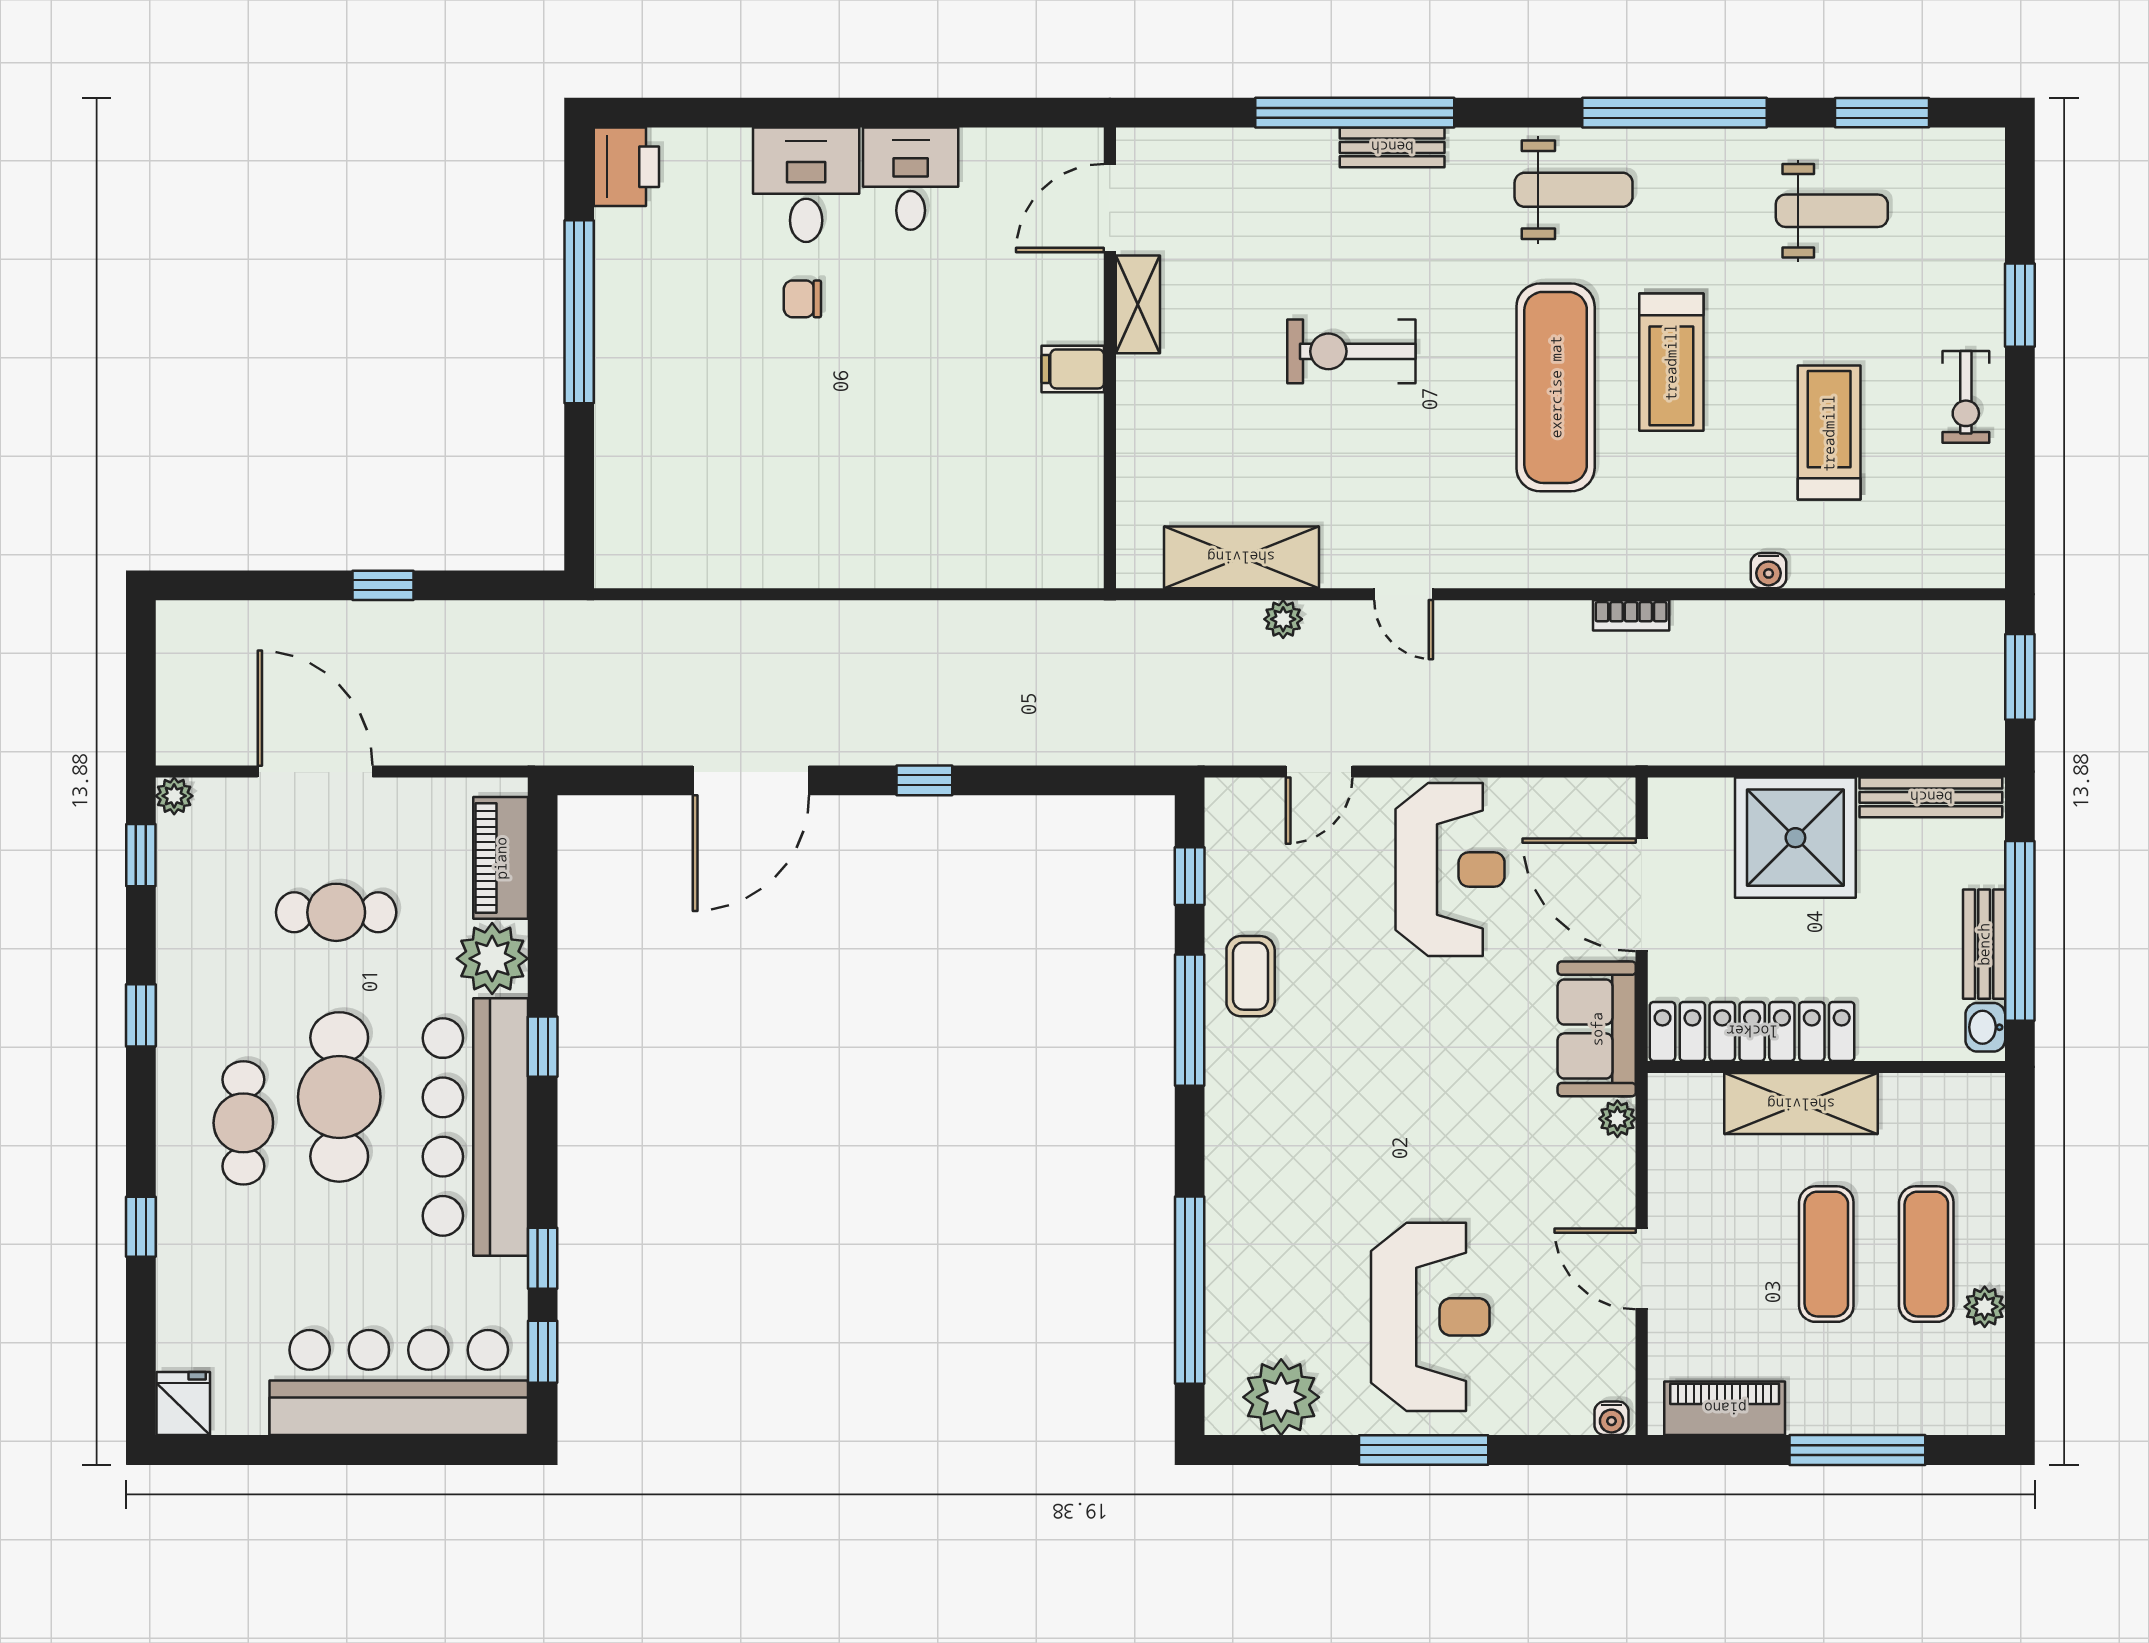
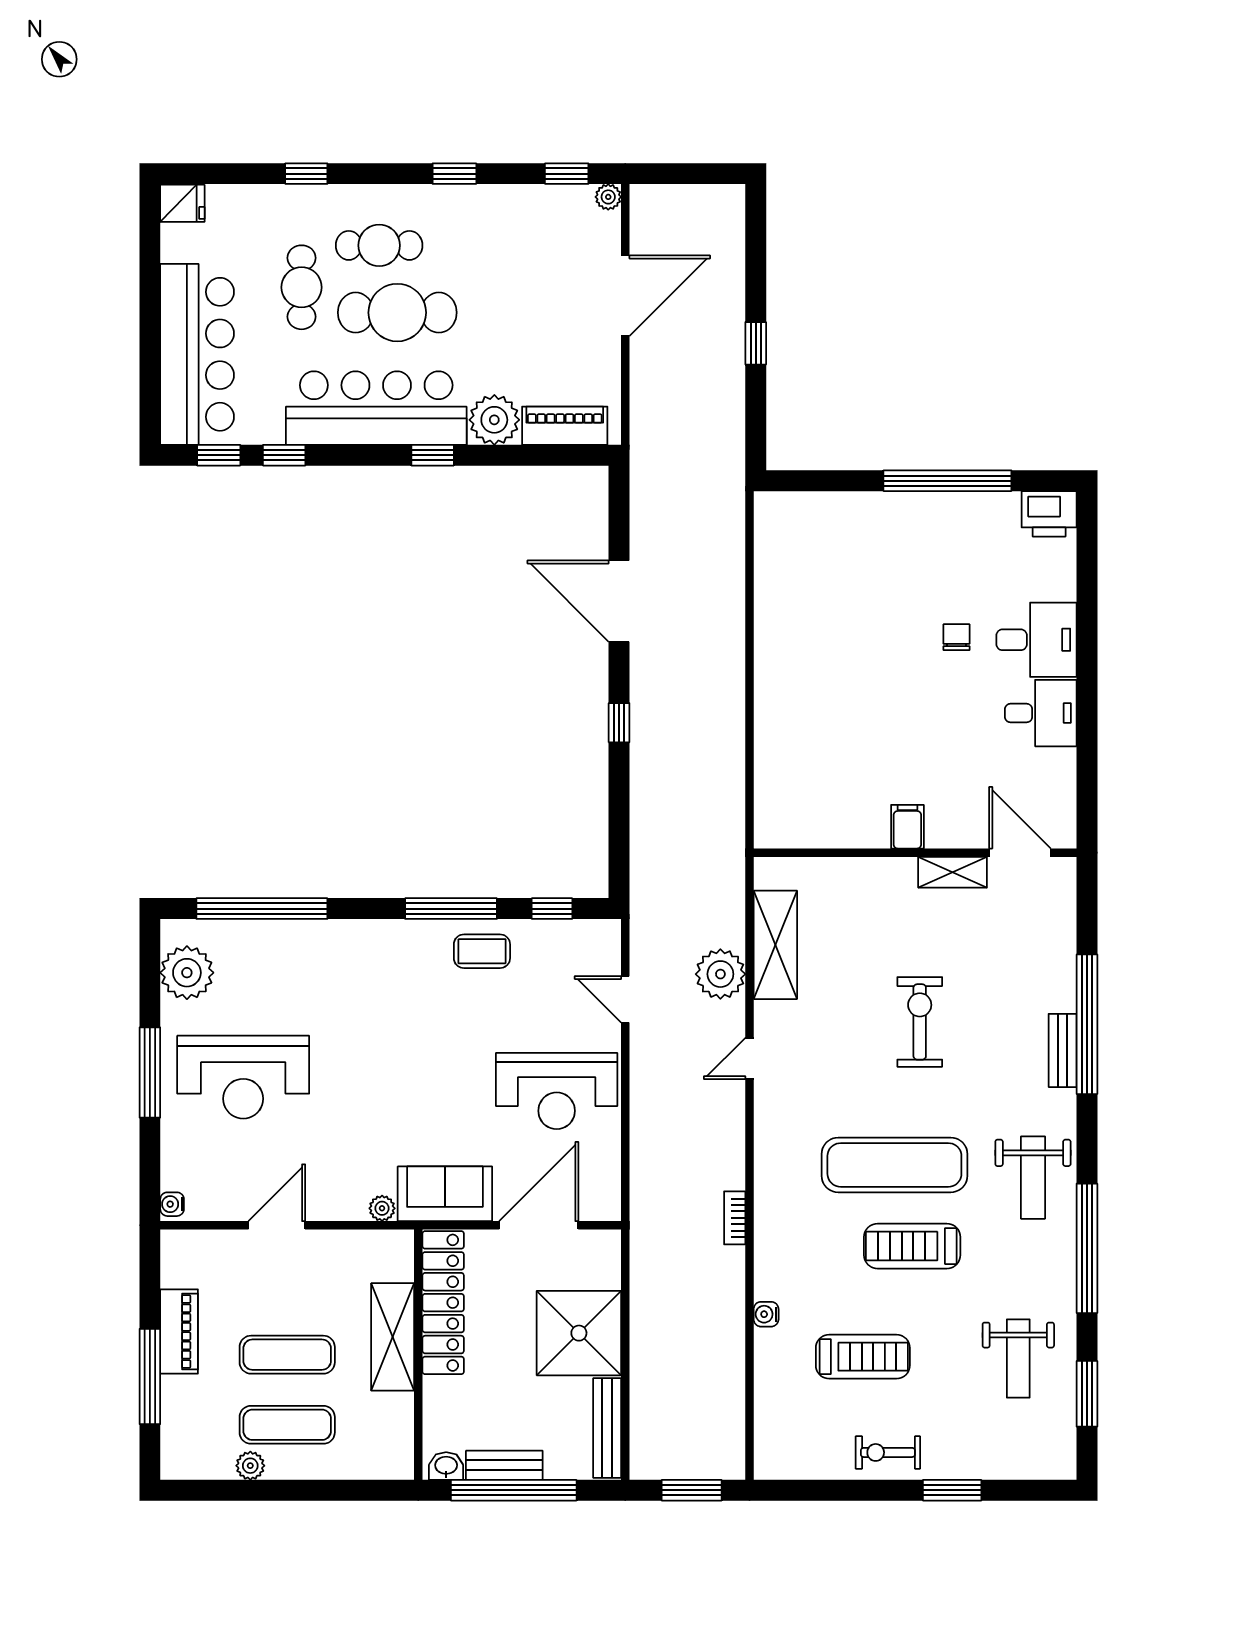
plant: (1283, 619) -> (720, 974), width x1.88, depth x1.88
cafe table: (336, 912) -> (302, 287), moved
piano: (1725, 1408) -> (179, 1331), moved

